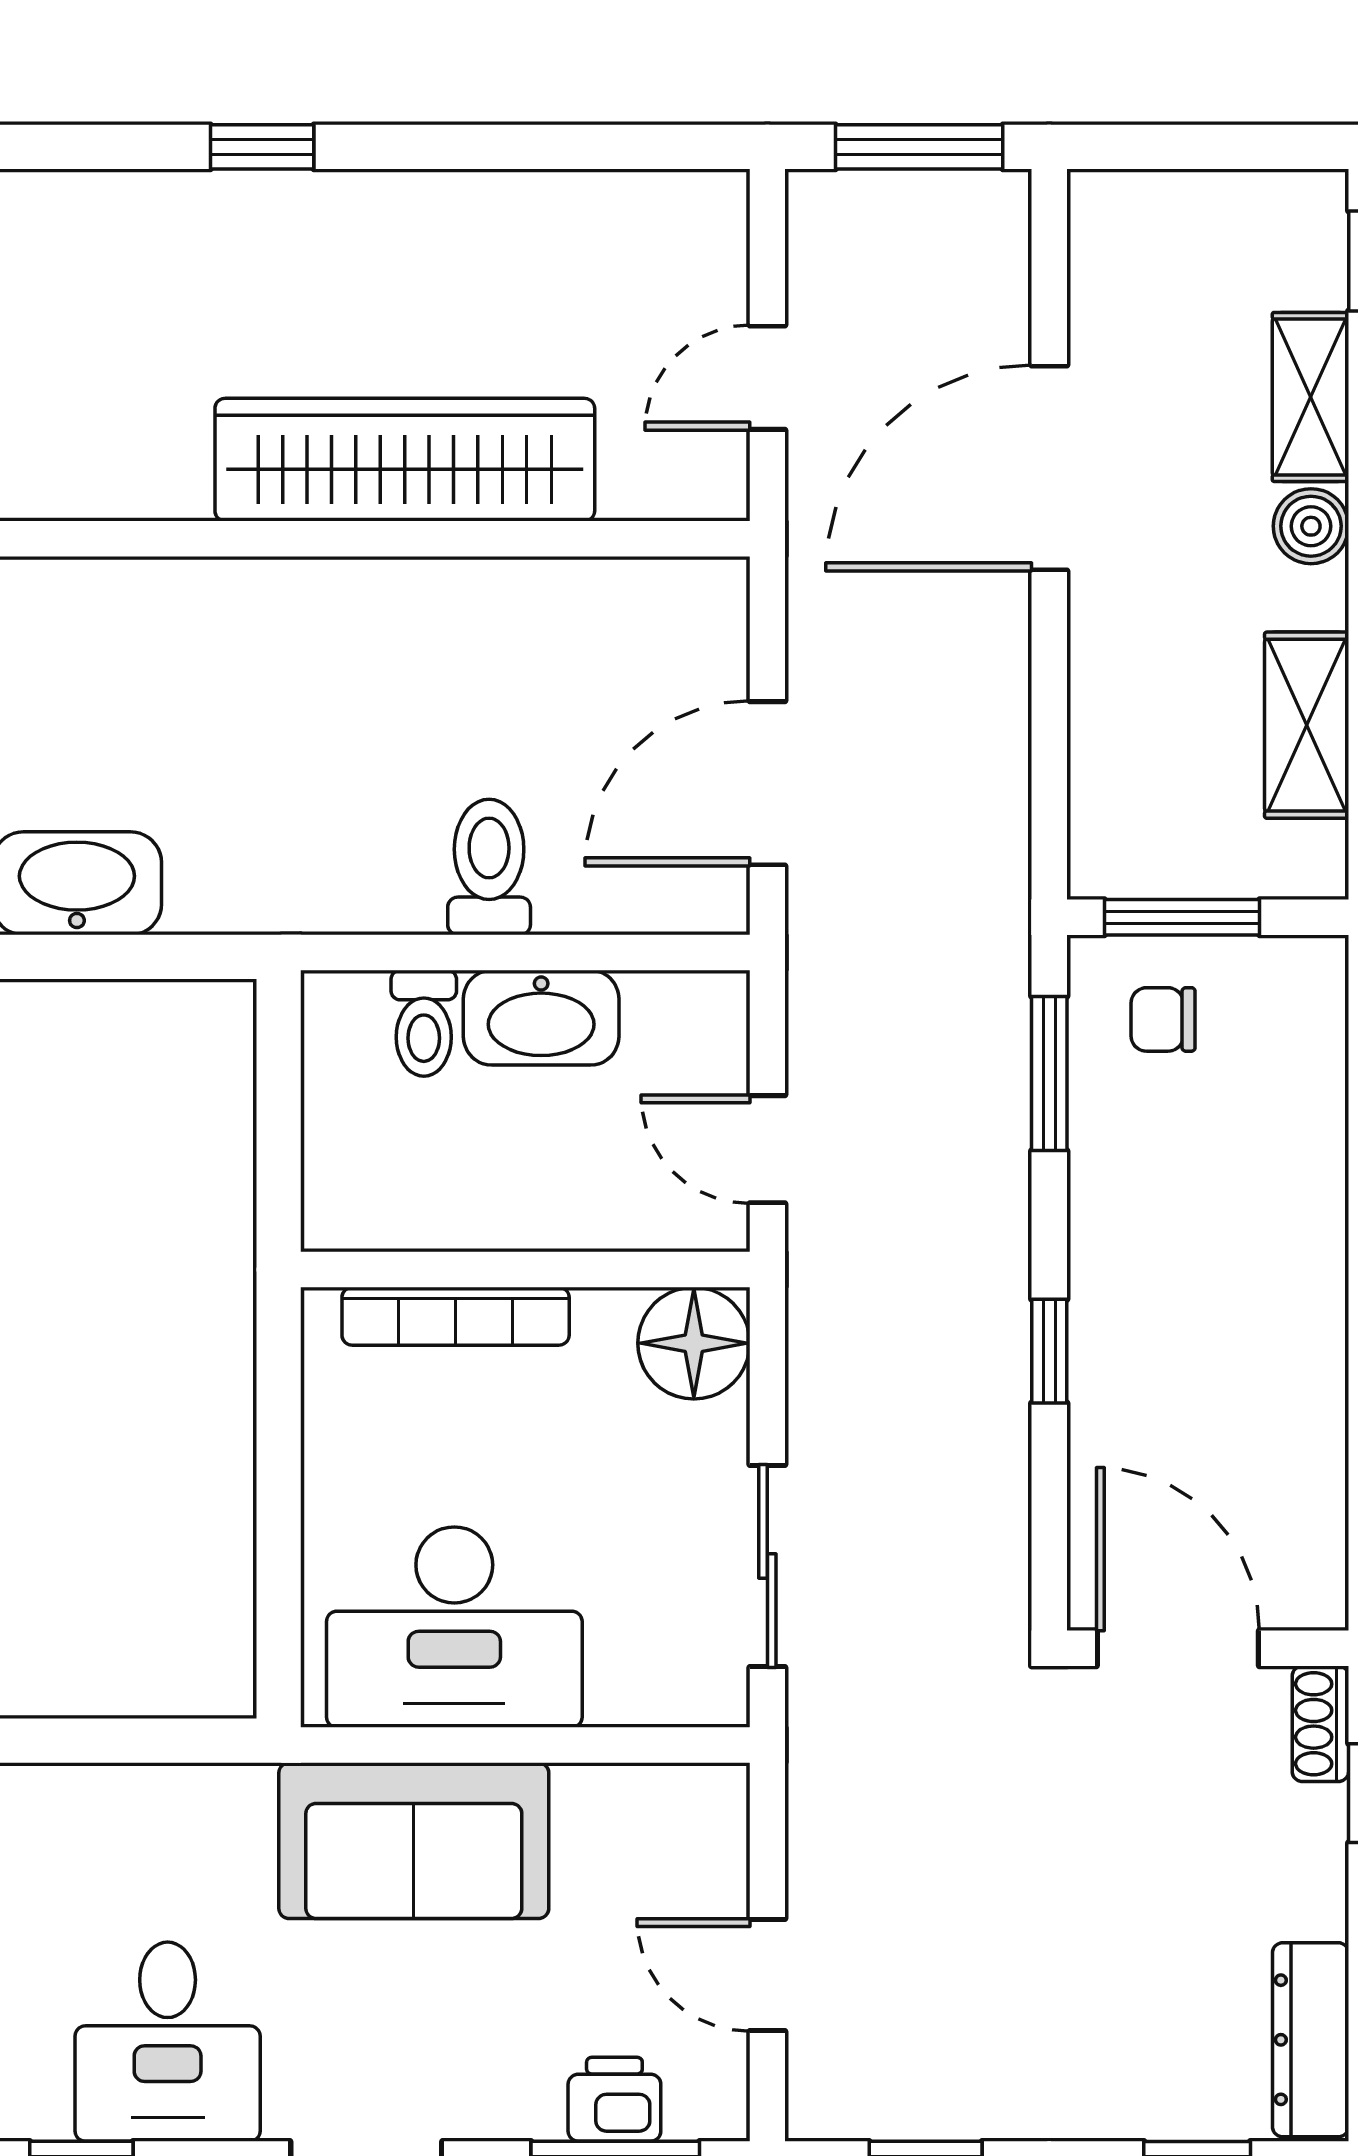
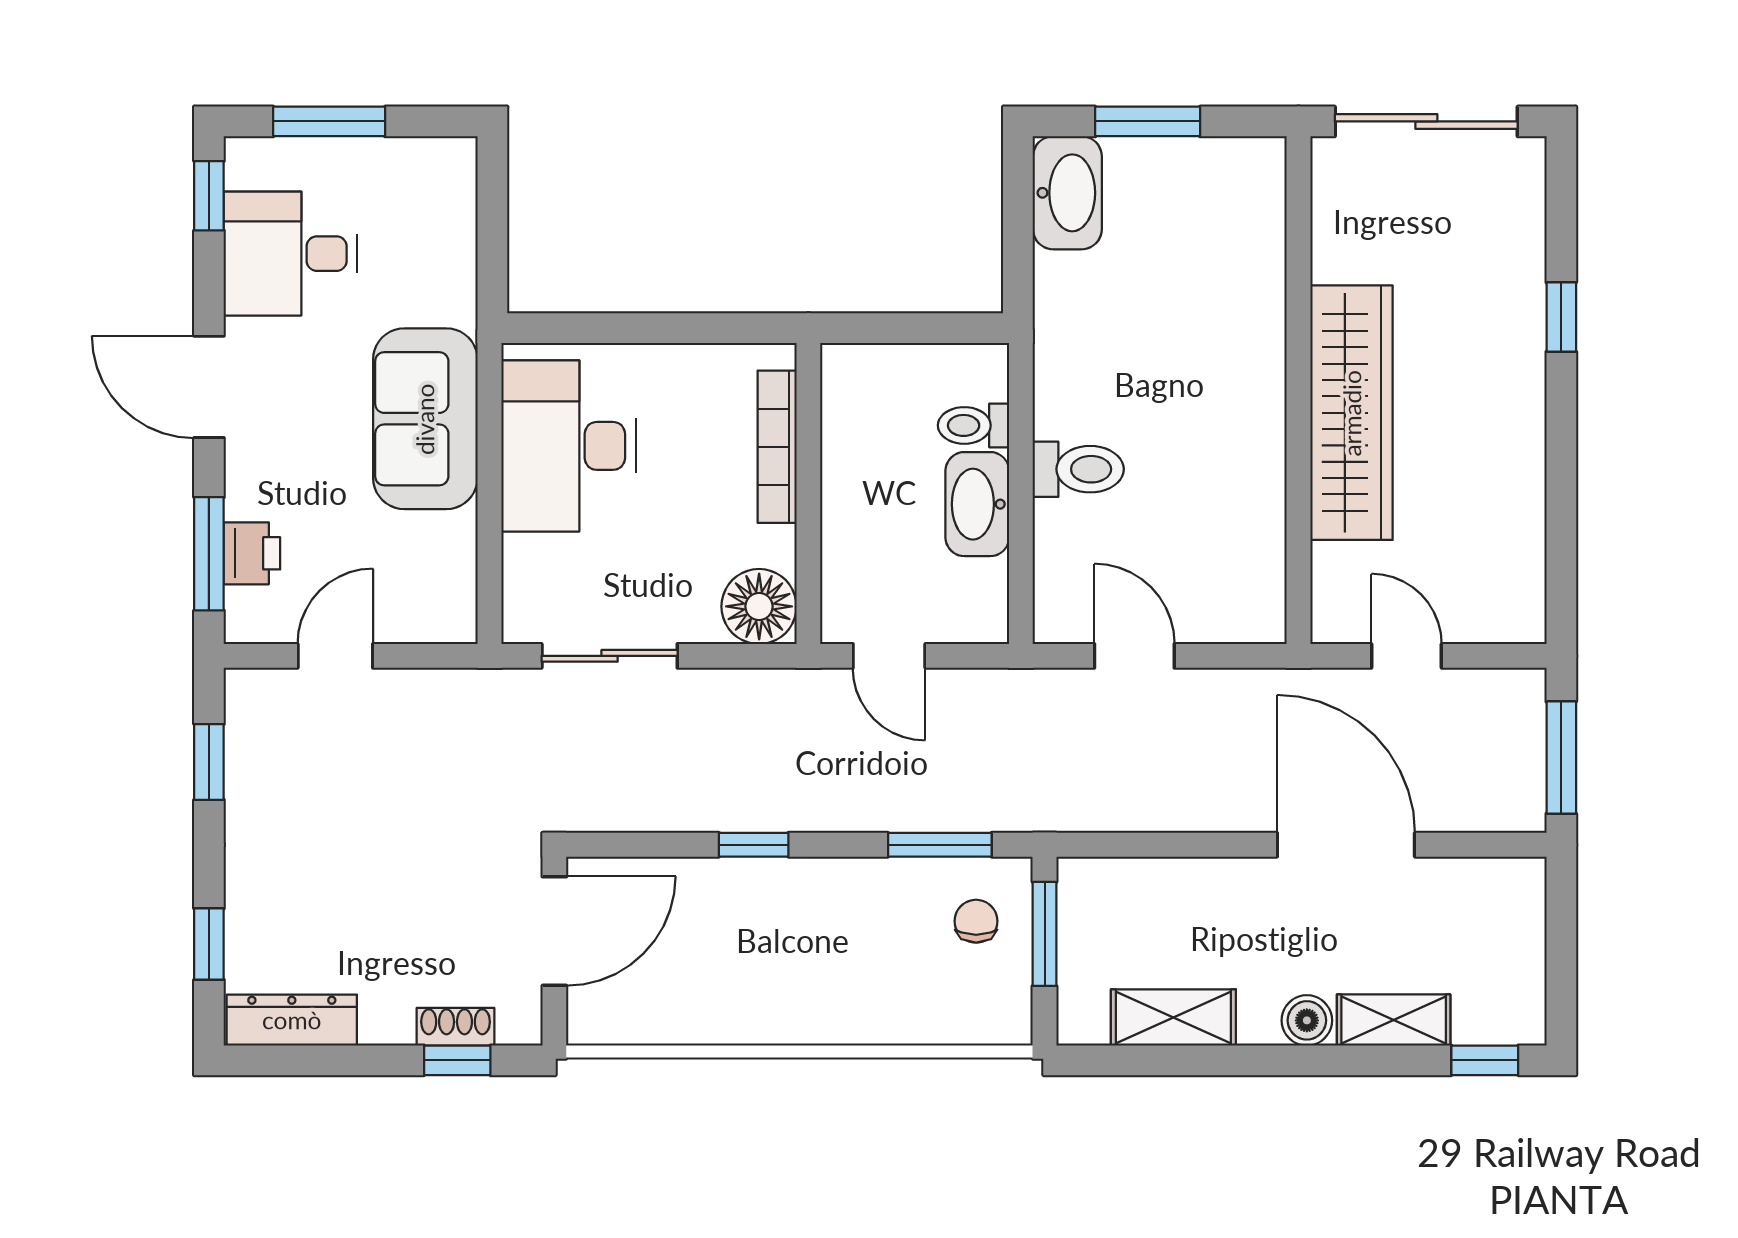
door: (767, 783) -> (1134, 656), width x0.73
door: (767, 1149) -> (889, 656), swing flipped
shoe rack: (1320, 1724) -> (456, 1027), moved

